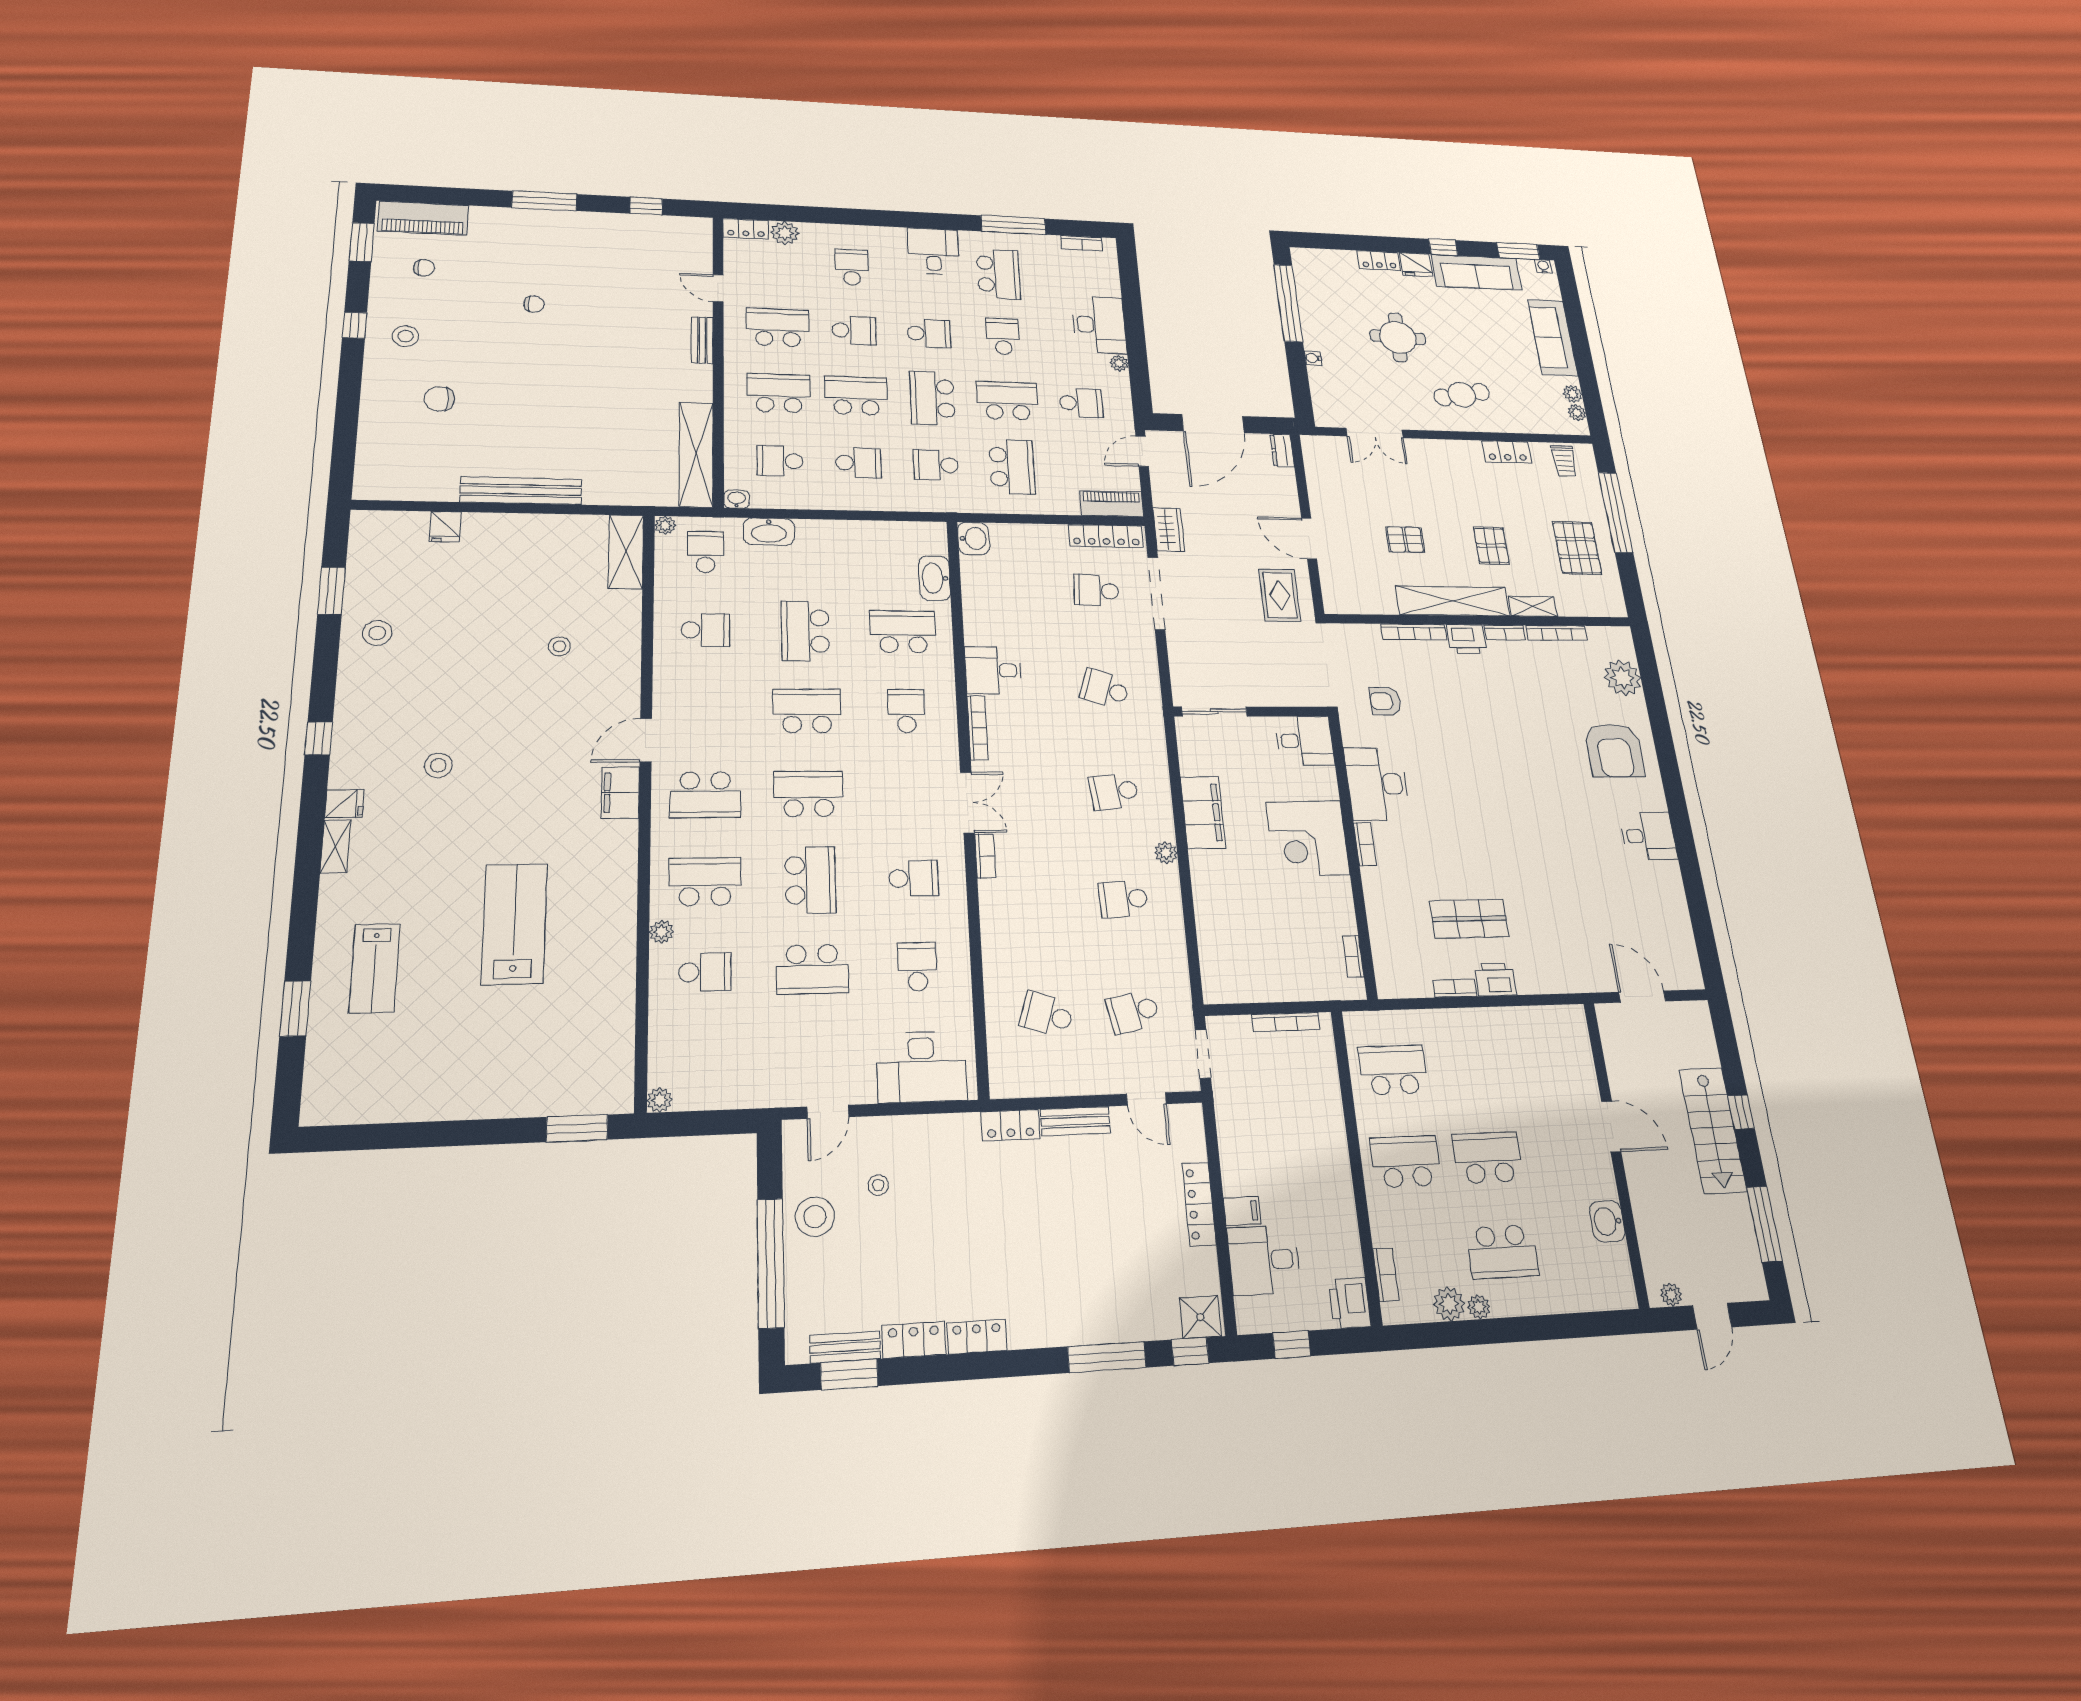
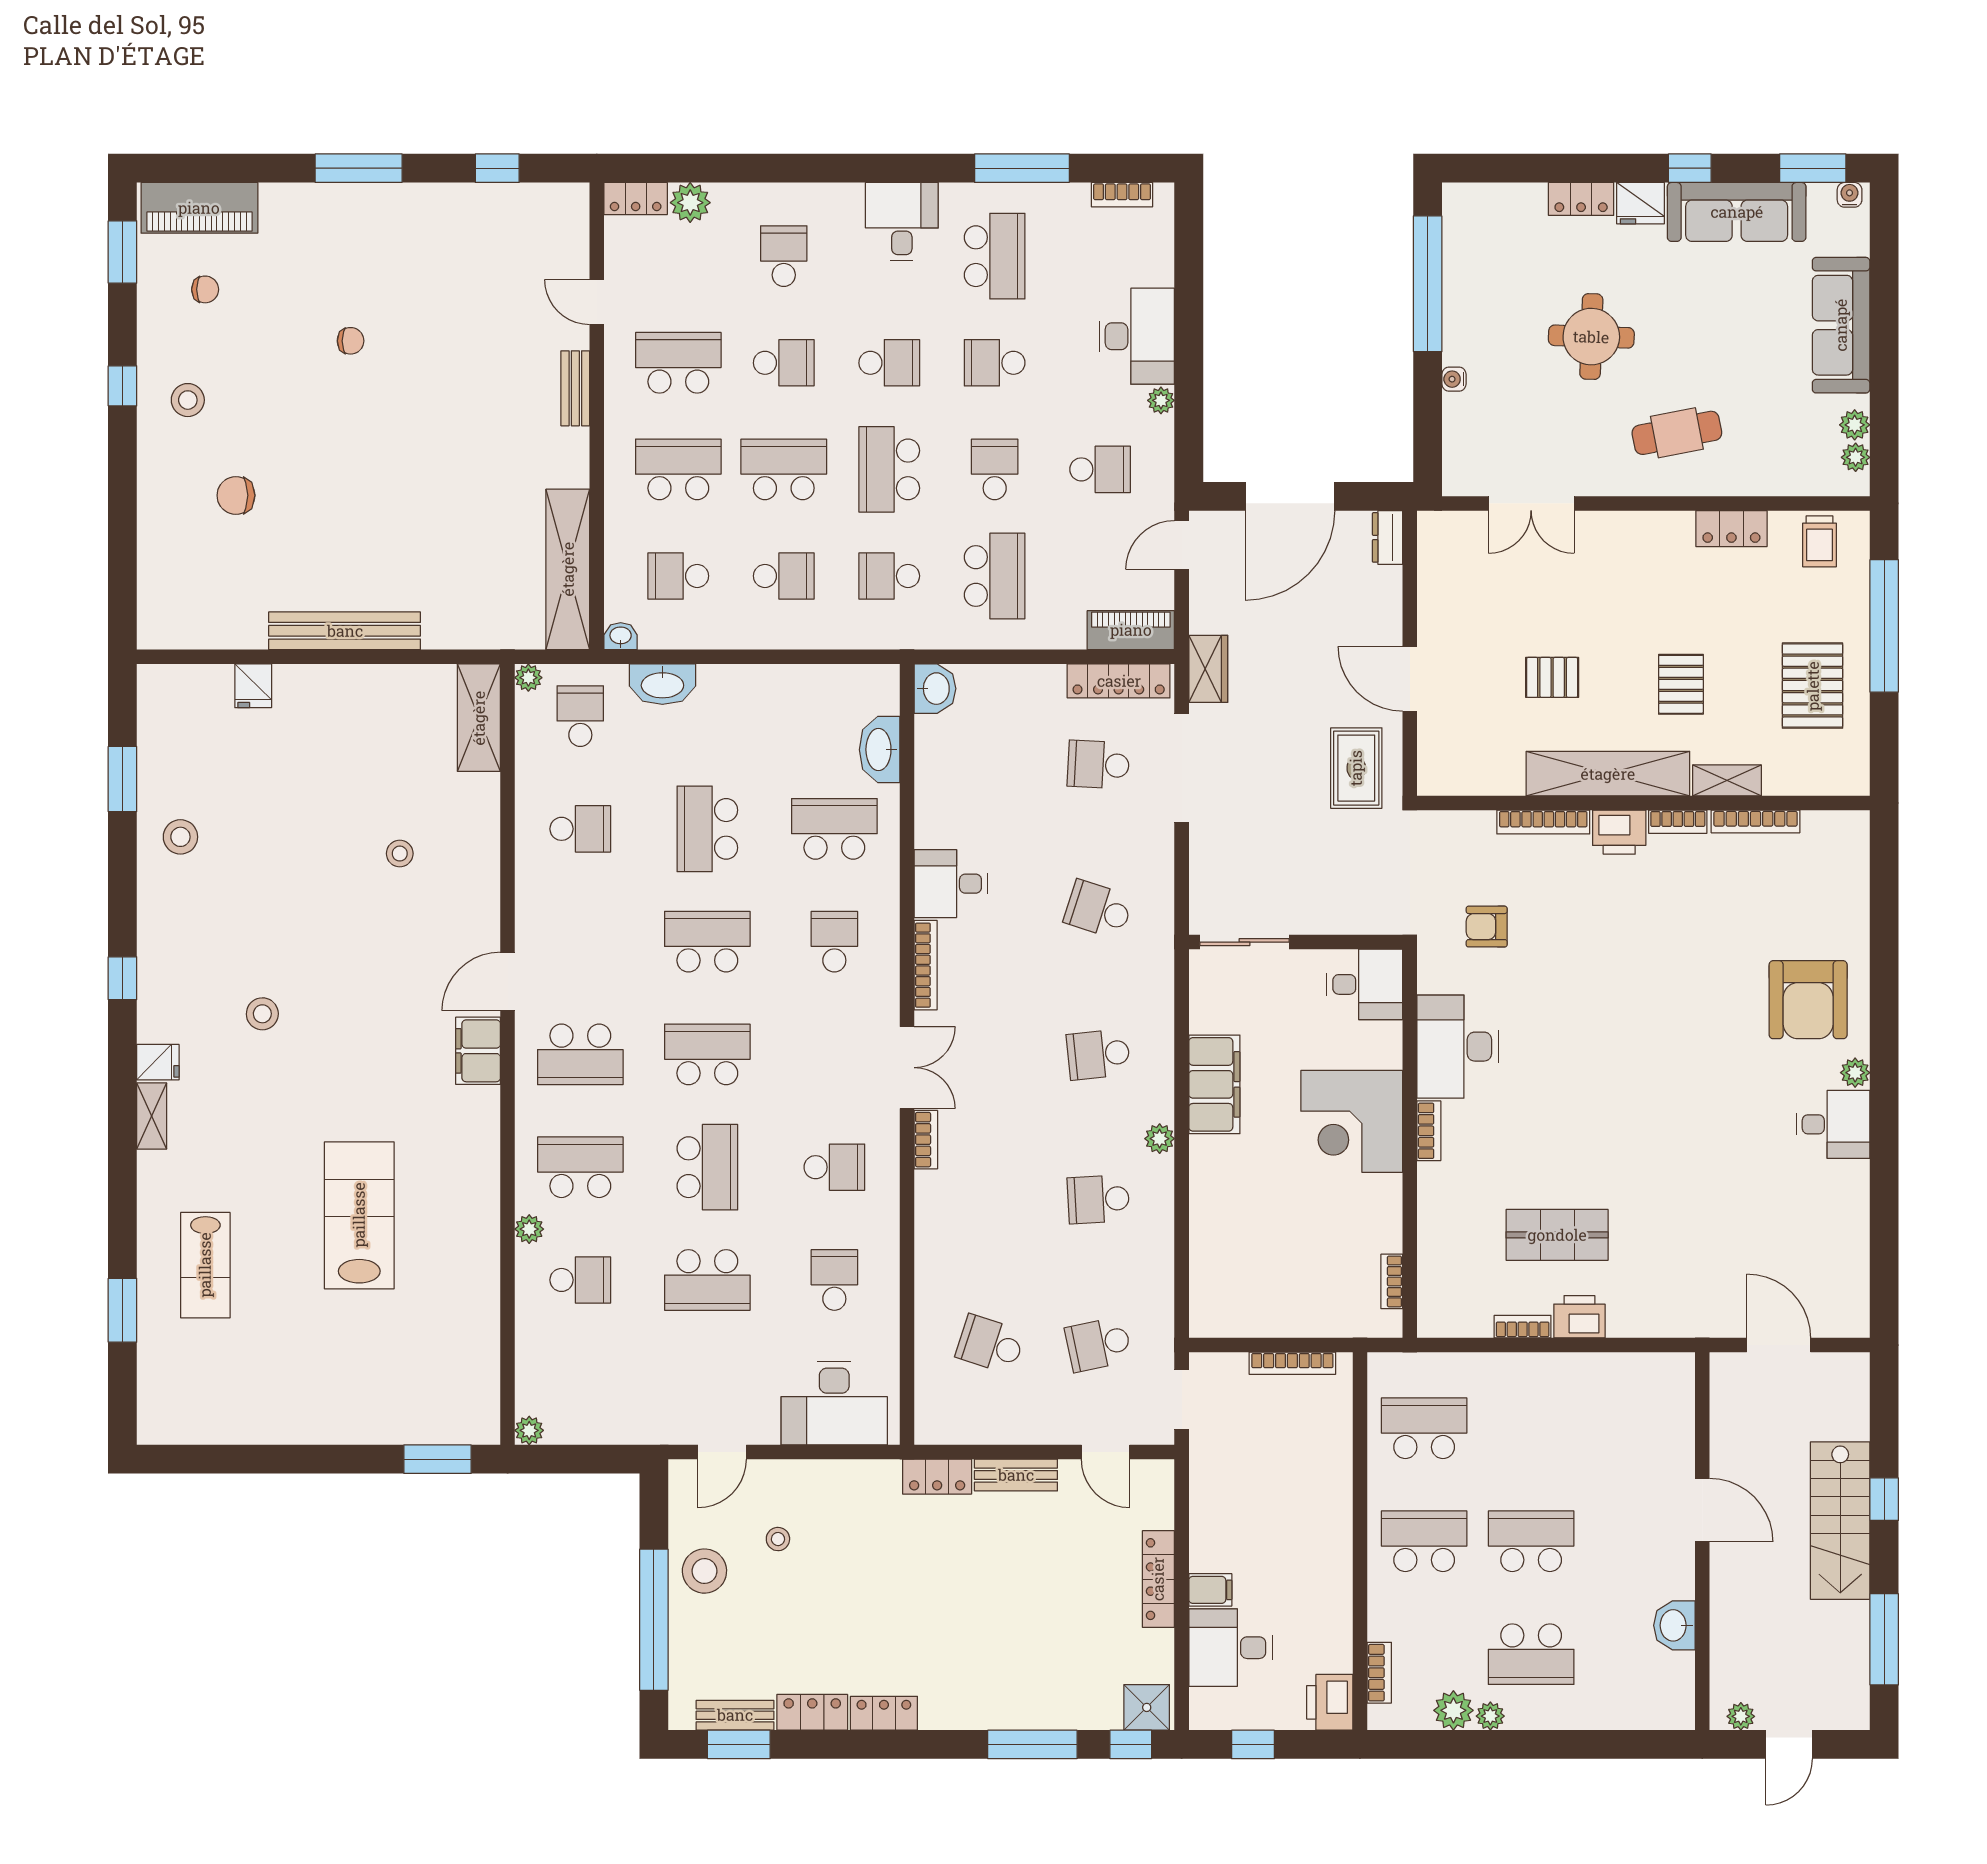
school desk: (1003, 336) -> (995, 363), turned -90
school desk: (1007, 401) -> (995, 469), width x0.54
plant: (1622, 678) -> (1855, 1073), moved, width x0.53, depth x0.53

